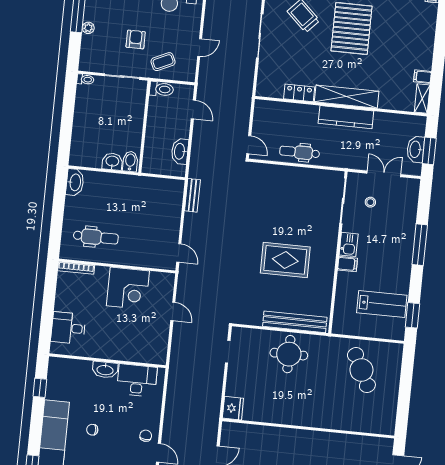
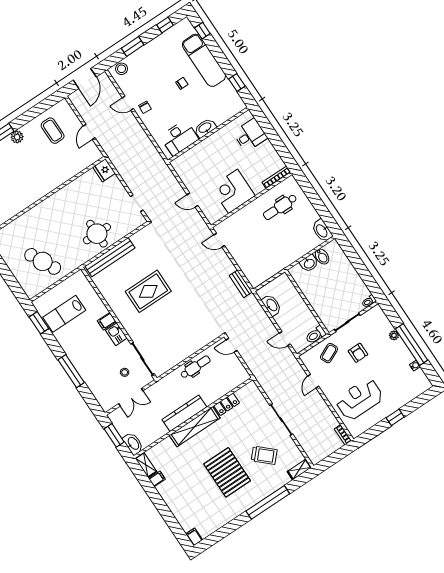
washbasin: (416, 149) -> (133, 444), moved
bidet: (130, 162) -> (322, 257), moved

